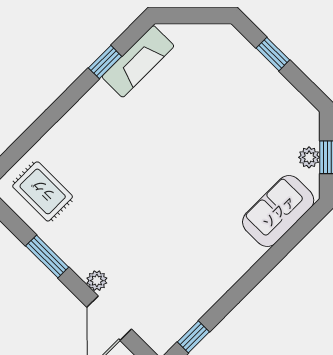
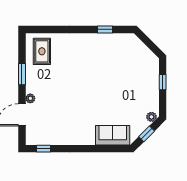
fireplace: (138, 61) -> (116, 40), removed
plant: (309, 157) -> (151, 117), moved

